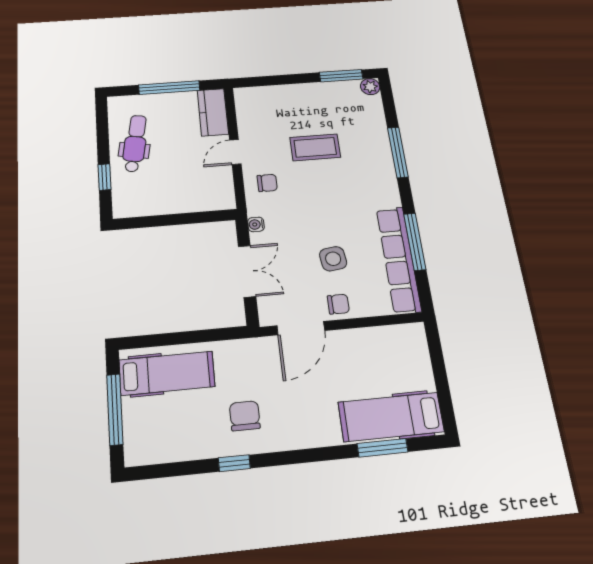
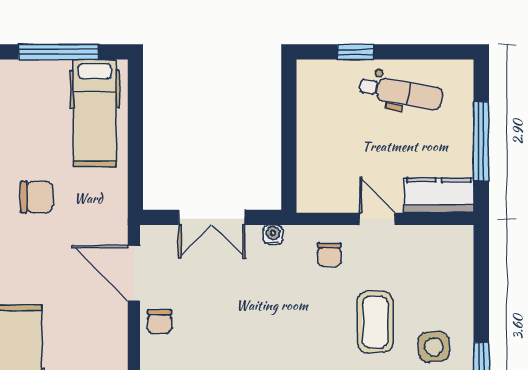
side table: (333, 259) -> (434, 347), moved

